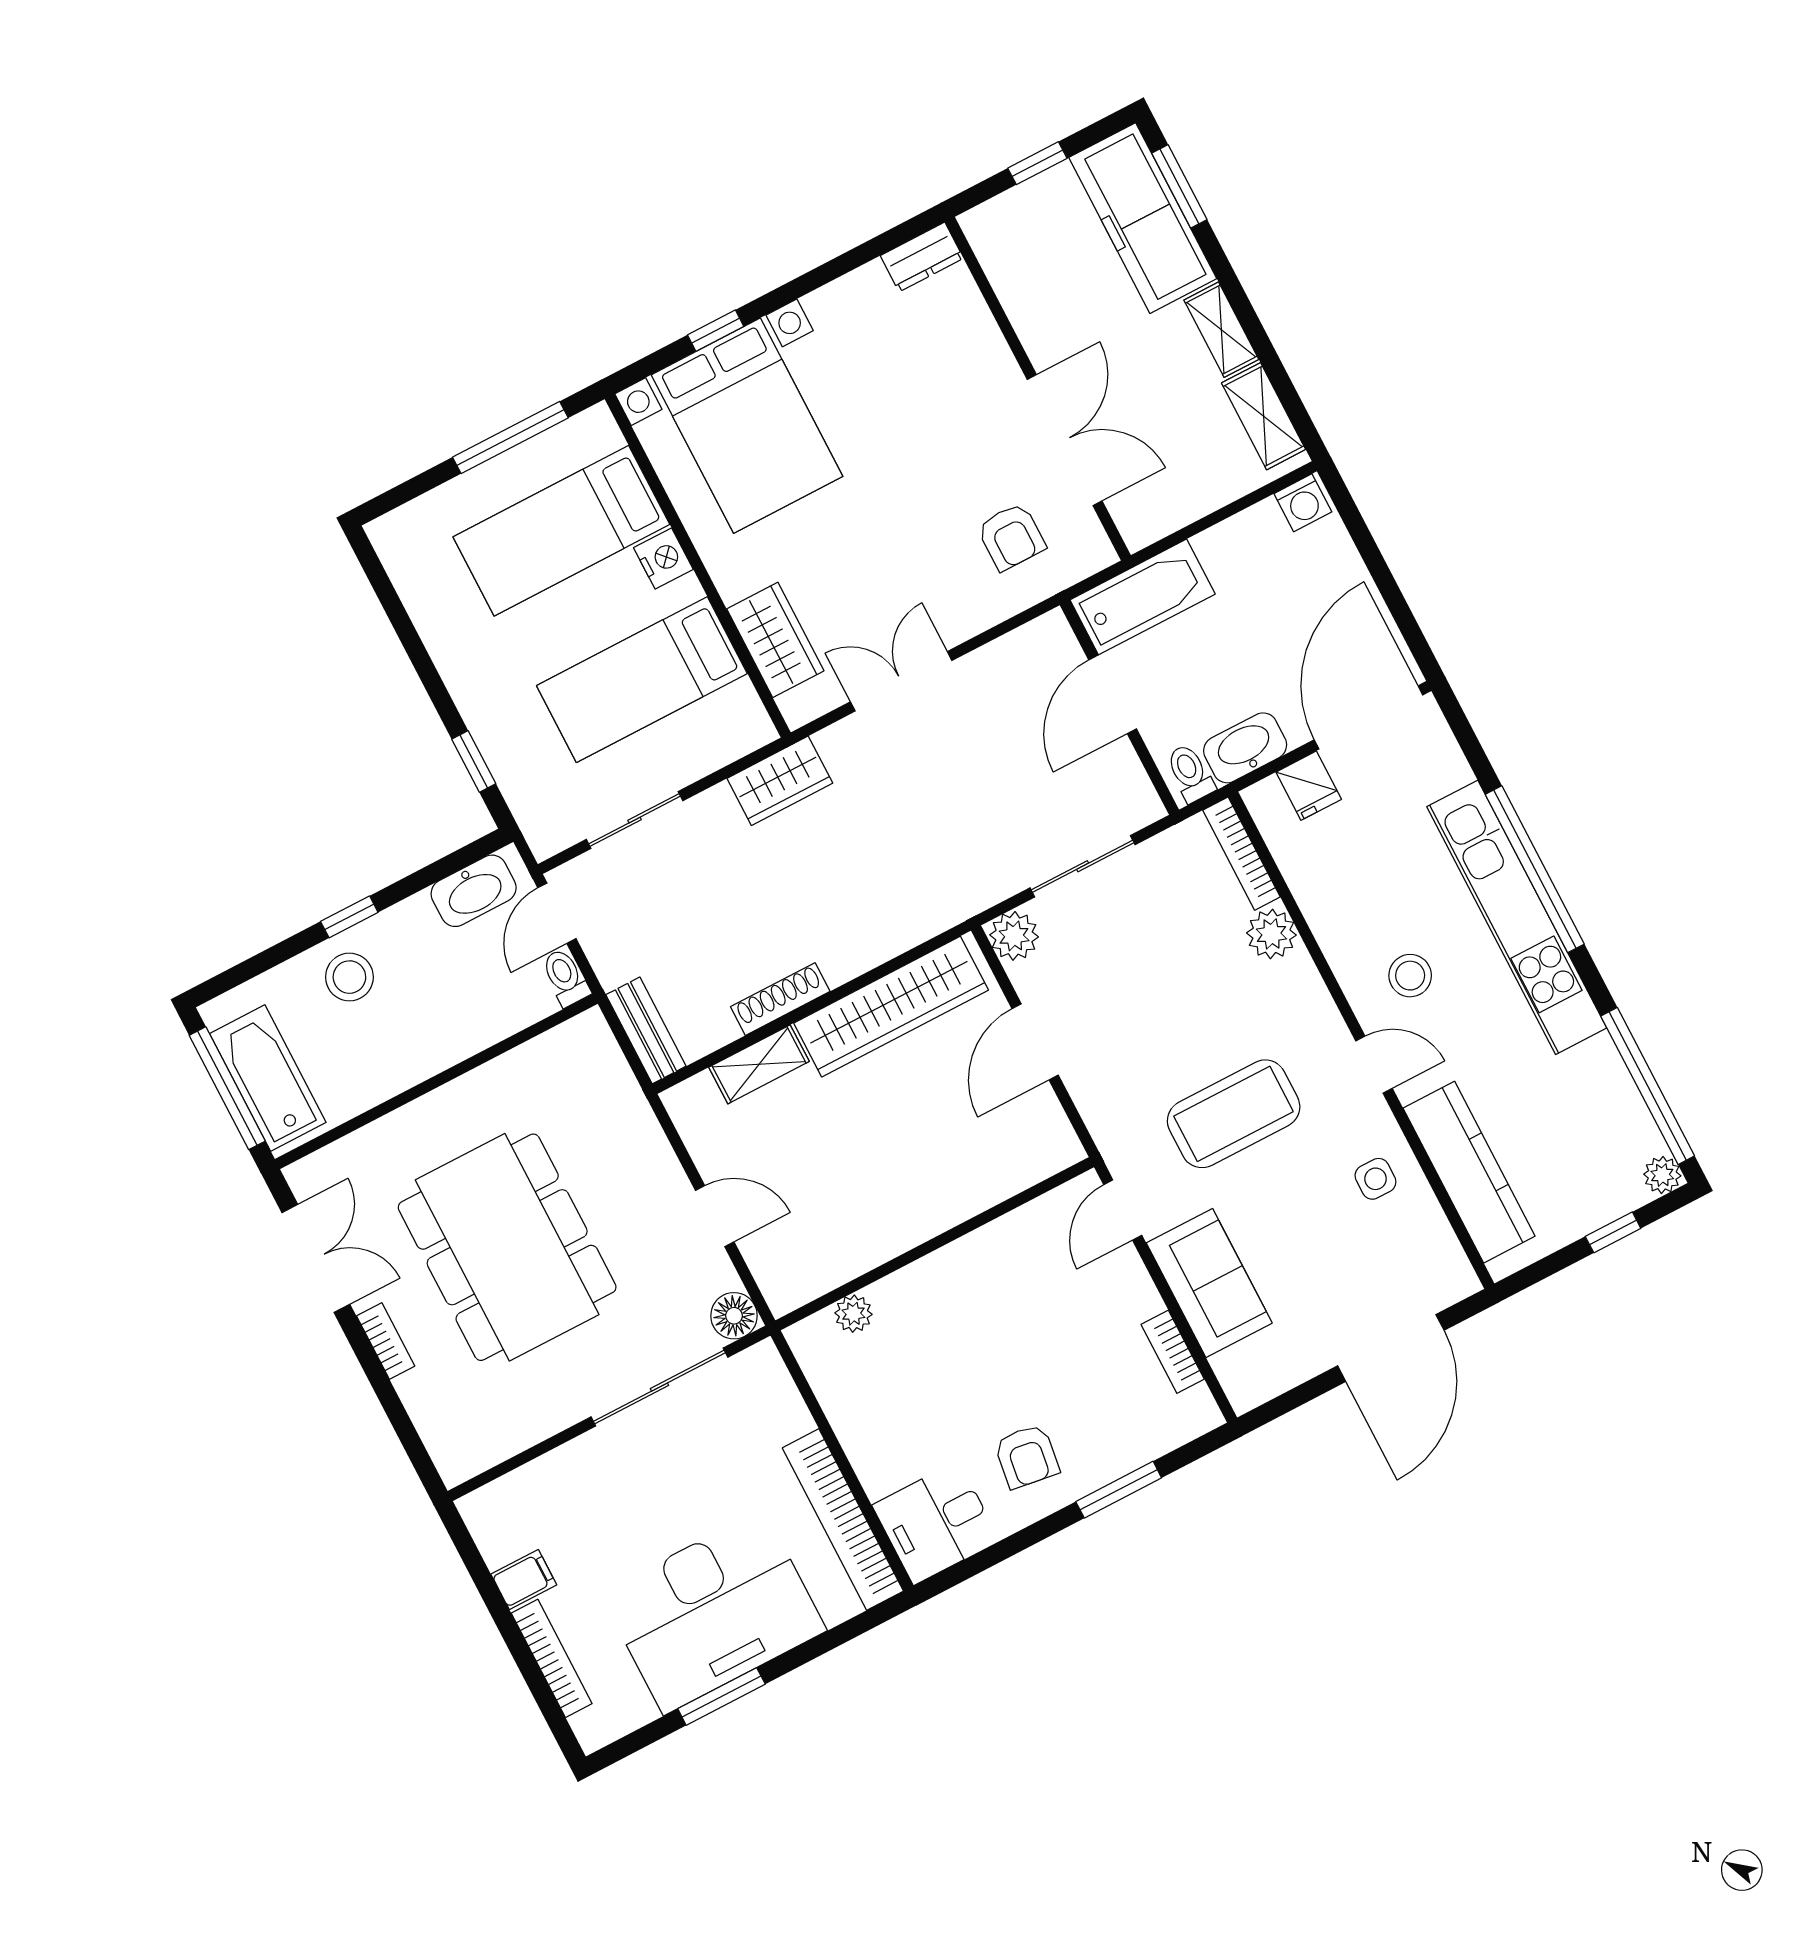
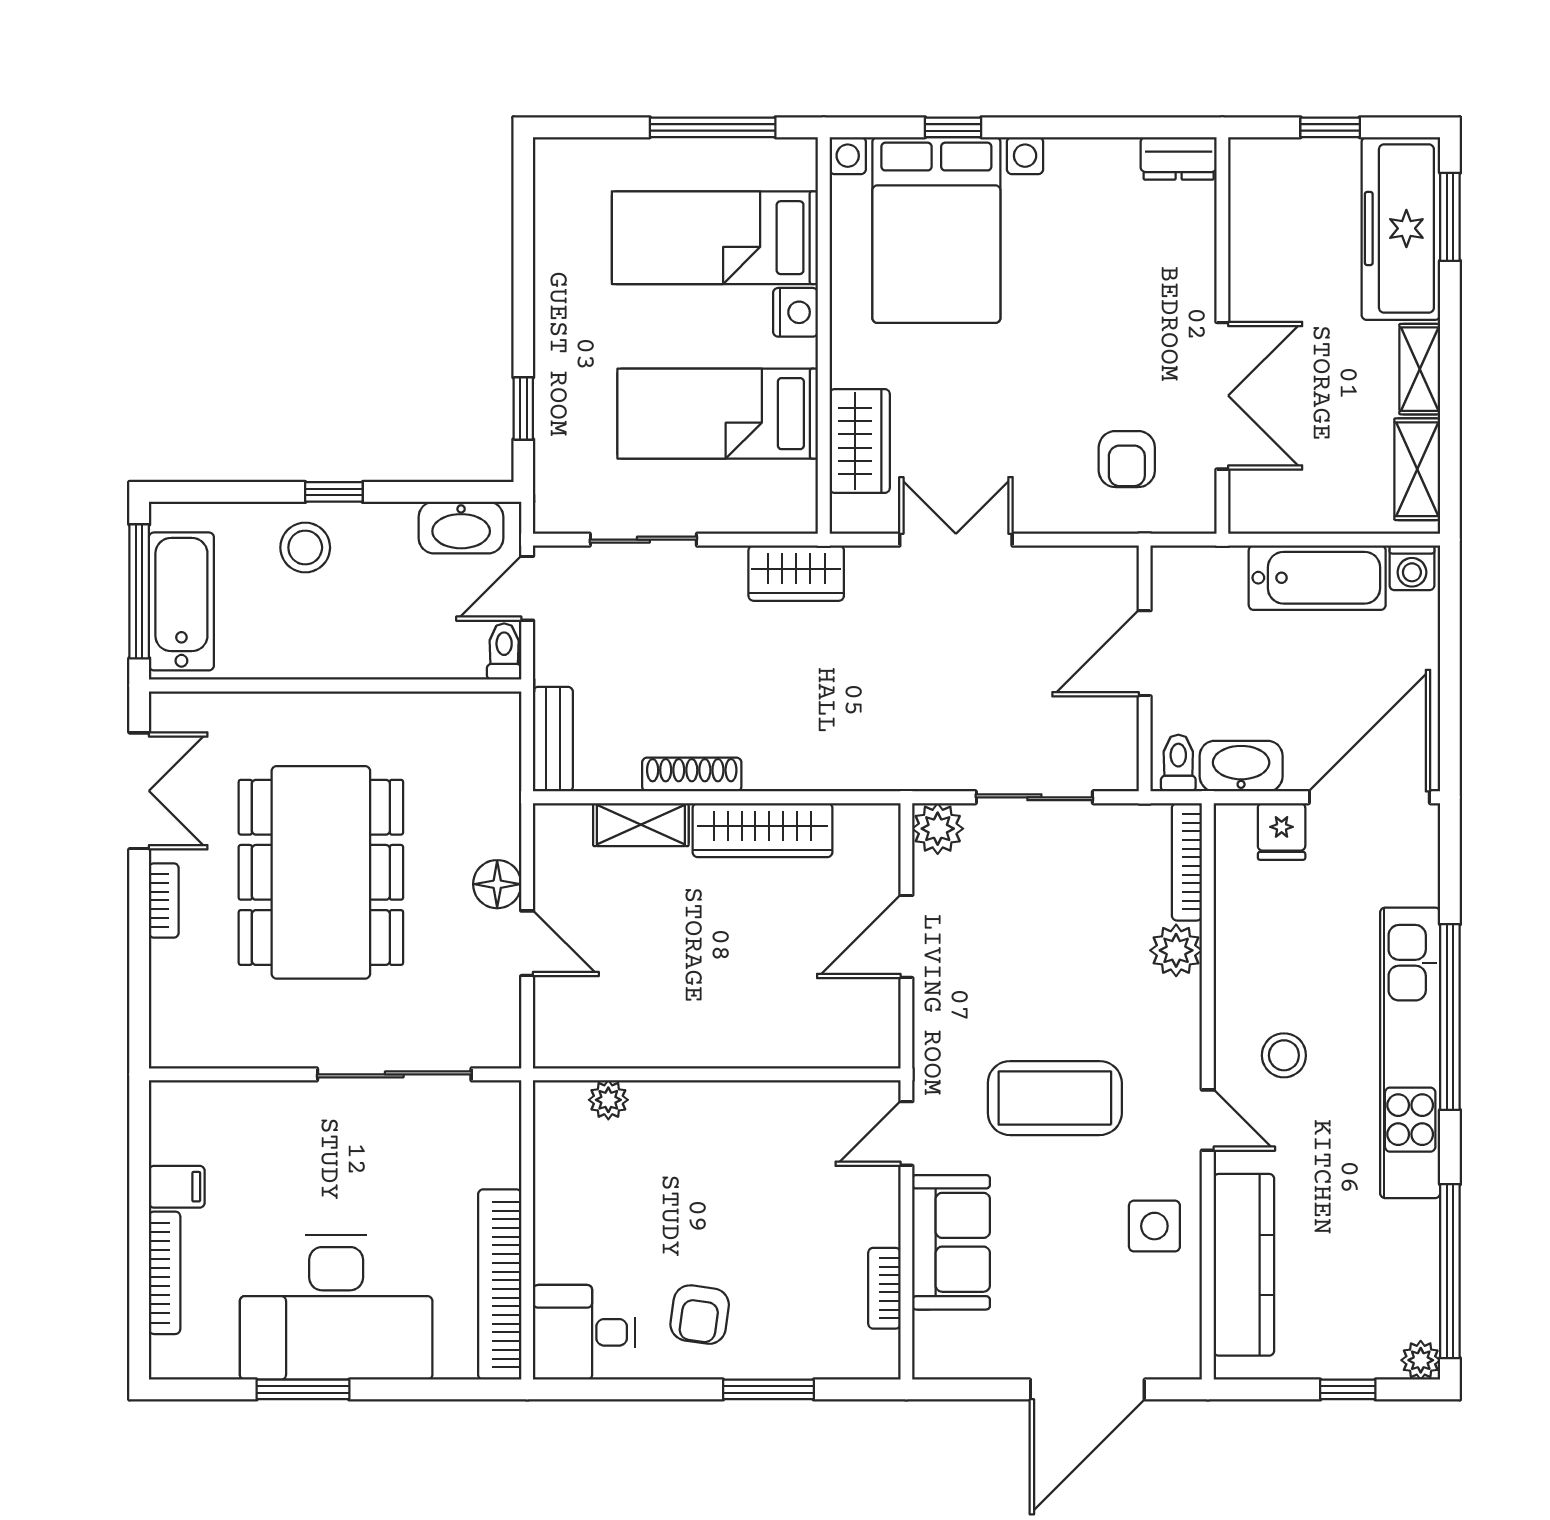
bathtub: (1143, 597) -> (1317, 578), moved
wardrobe: (891, 1007) -> (762, 830), width x0.71, depth x0.85
side table: (1375, 1179) -> (1154, 1226), width x1.37, depth x1.37
floor lamp: (734, 1316) -> (497, 884), moved

